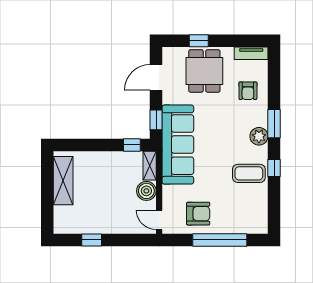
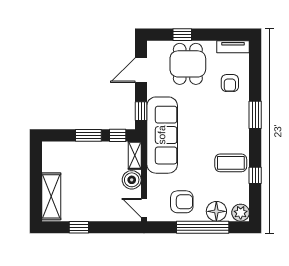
plant: (259, 136) -> (241, 213), moved
window: (102, 145) -> (88, 135), added
window: (274, 168) -> (255, 175), moved
shelving: (63, 181) -> (51, 196), moved
floor lamp: (234, 223) -> (216, 211), added

